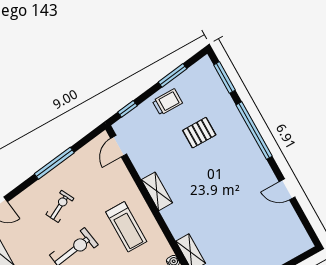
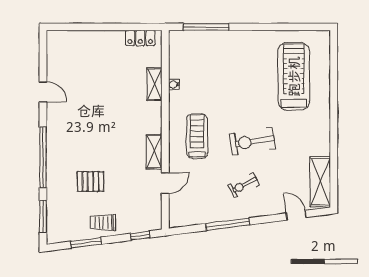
door: (119, 146) -> (165, 183), moved

